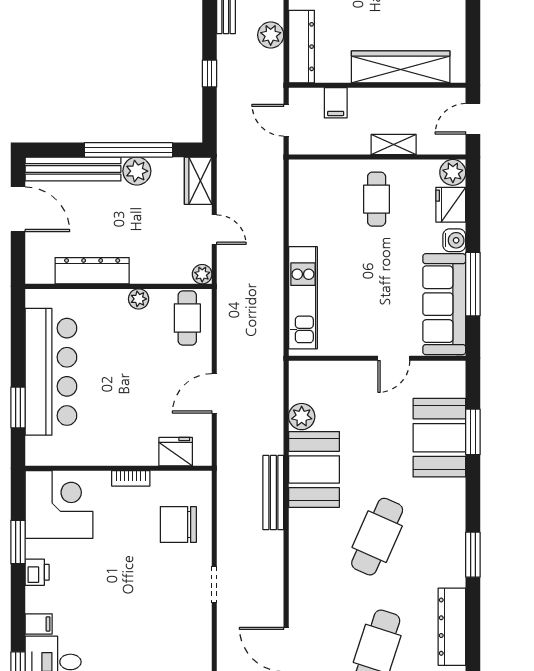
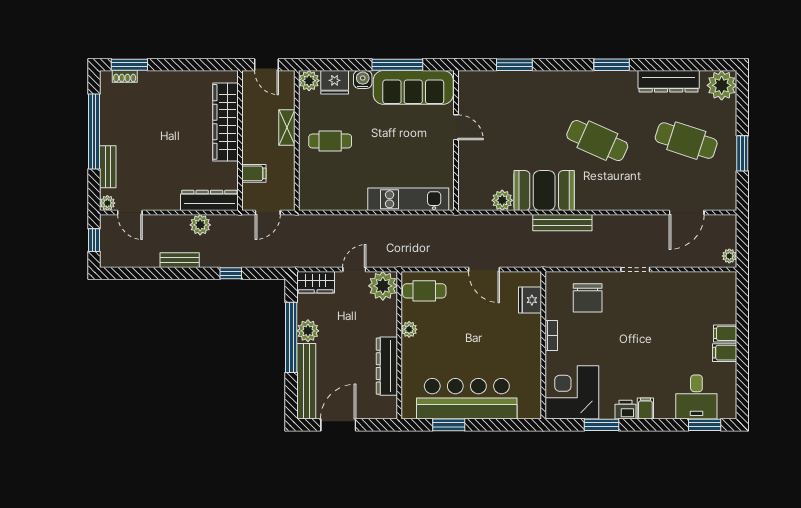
plant: (202, 274) -> (383, 286), width x1.87, depth x1.87
window: (18, 408) -> (449, 425), moved
booth: (439, 438) -> (519, 91), removed
filing cabinet: (39, 624) -> (645, 408), moved

